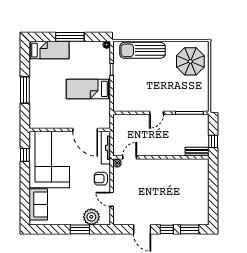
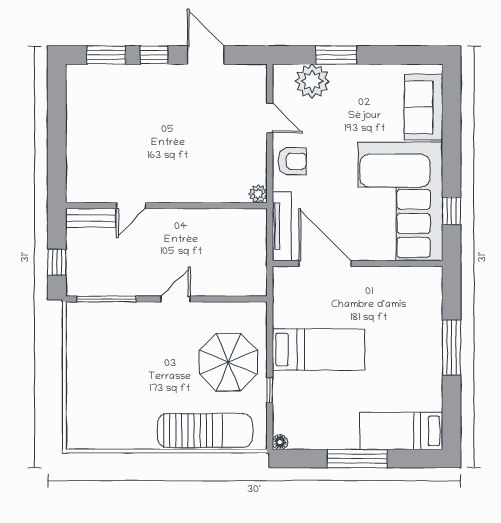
parasol: (190, 61) -> (228, 362), moved
window: (213, 141) -> (57, 262), moved
door: (130, 157) -> (131, 206), moved

